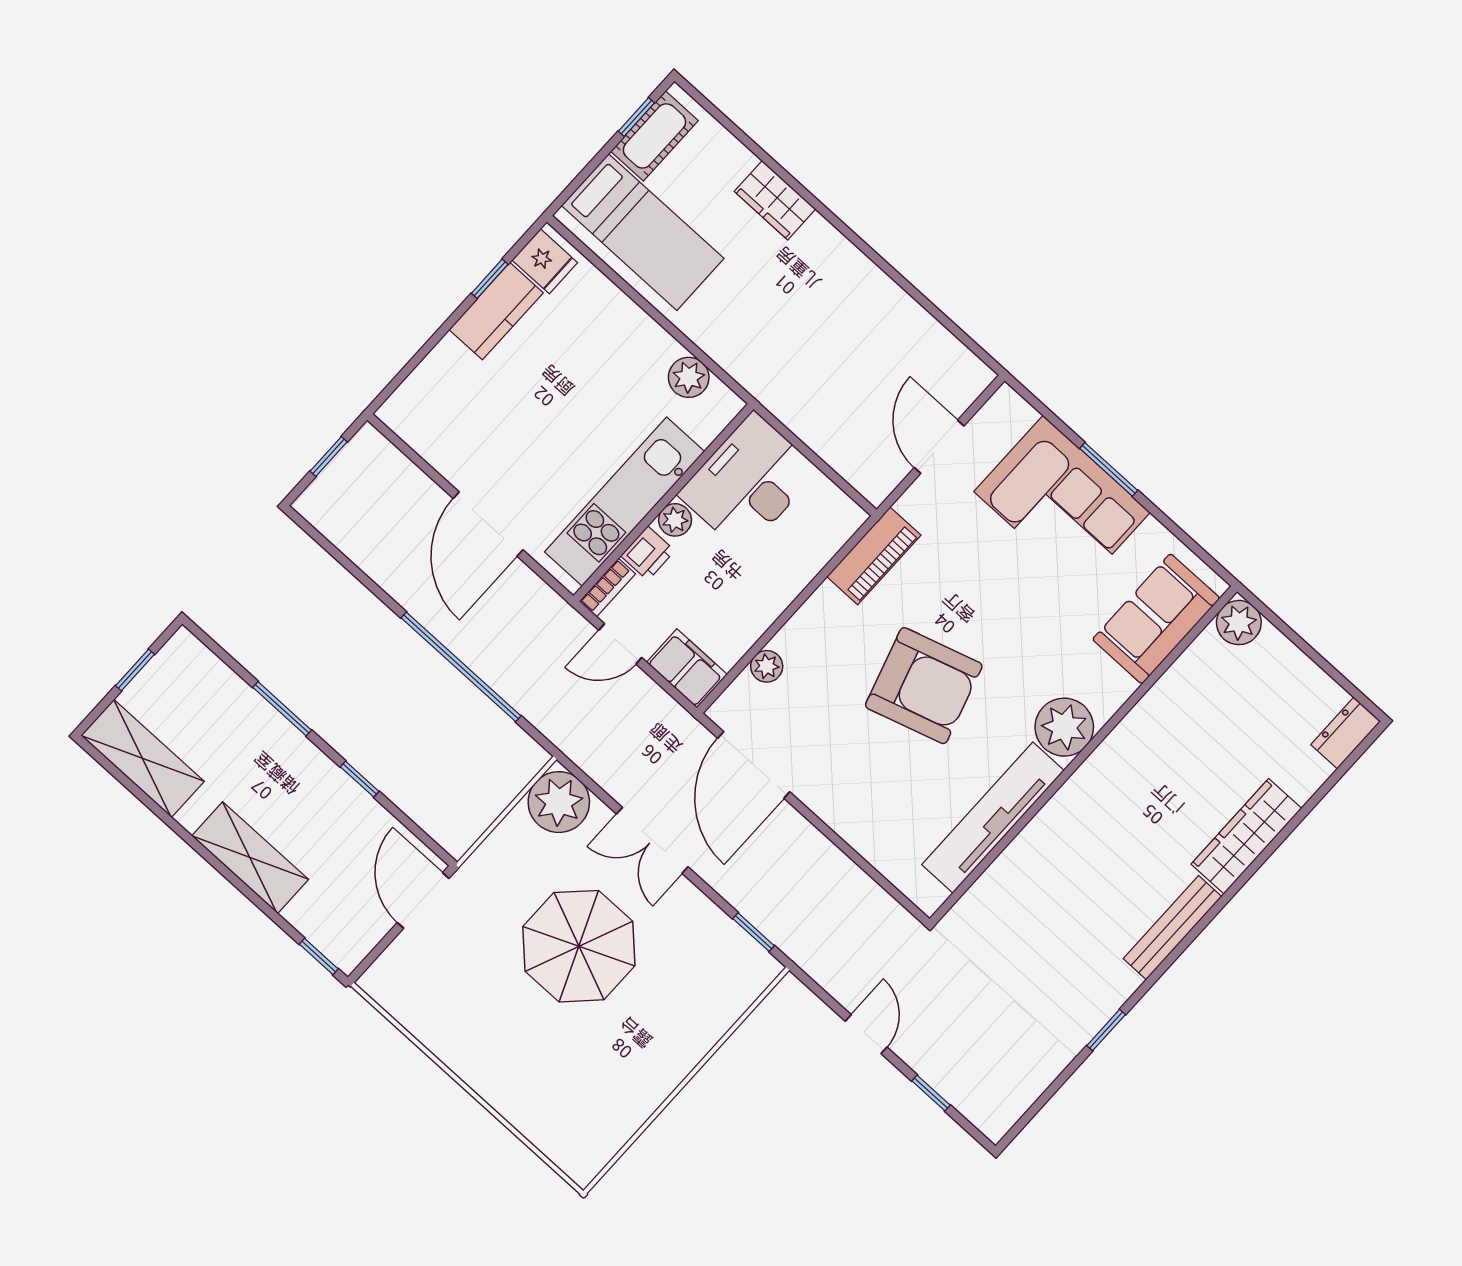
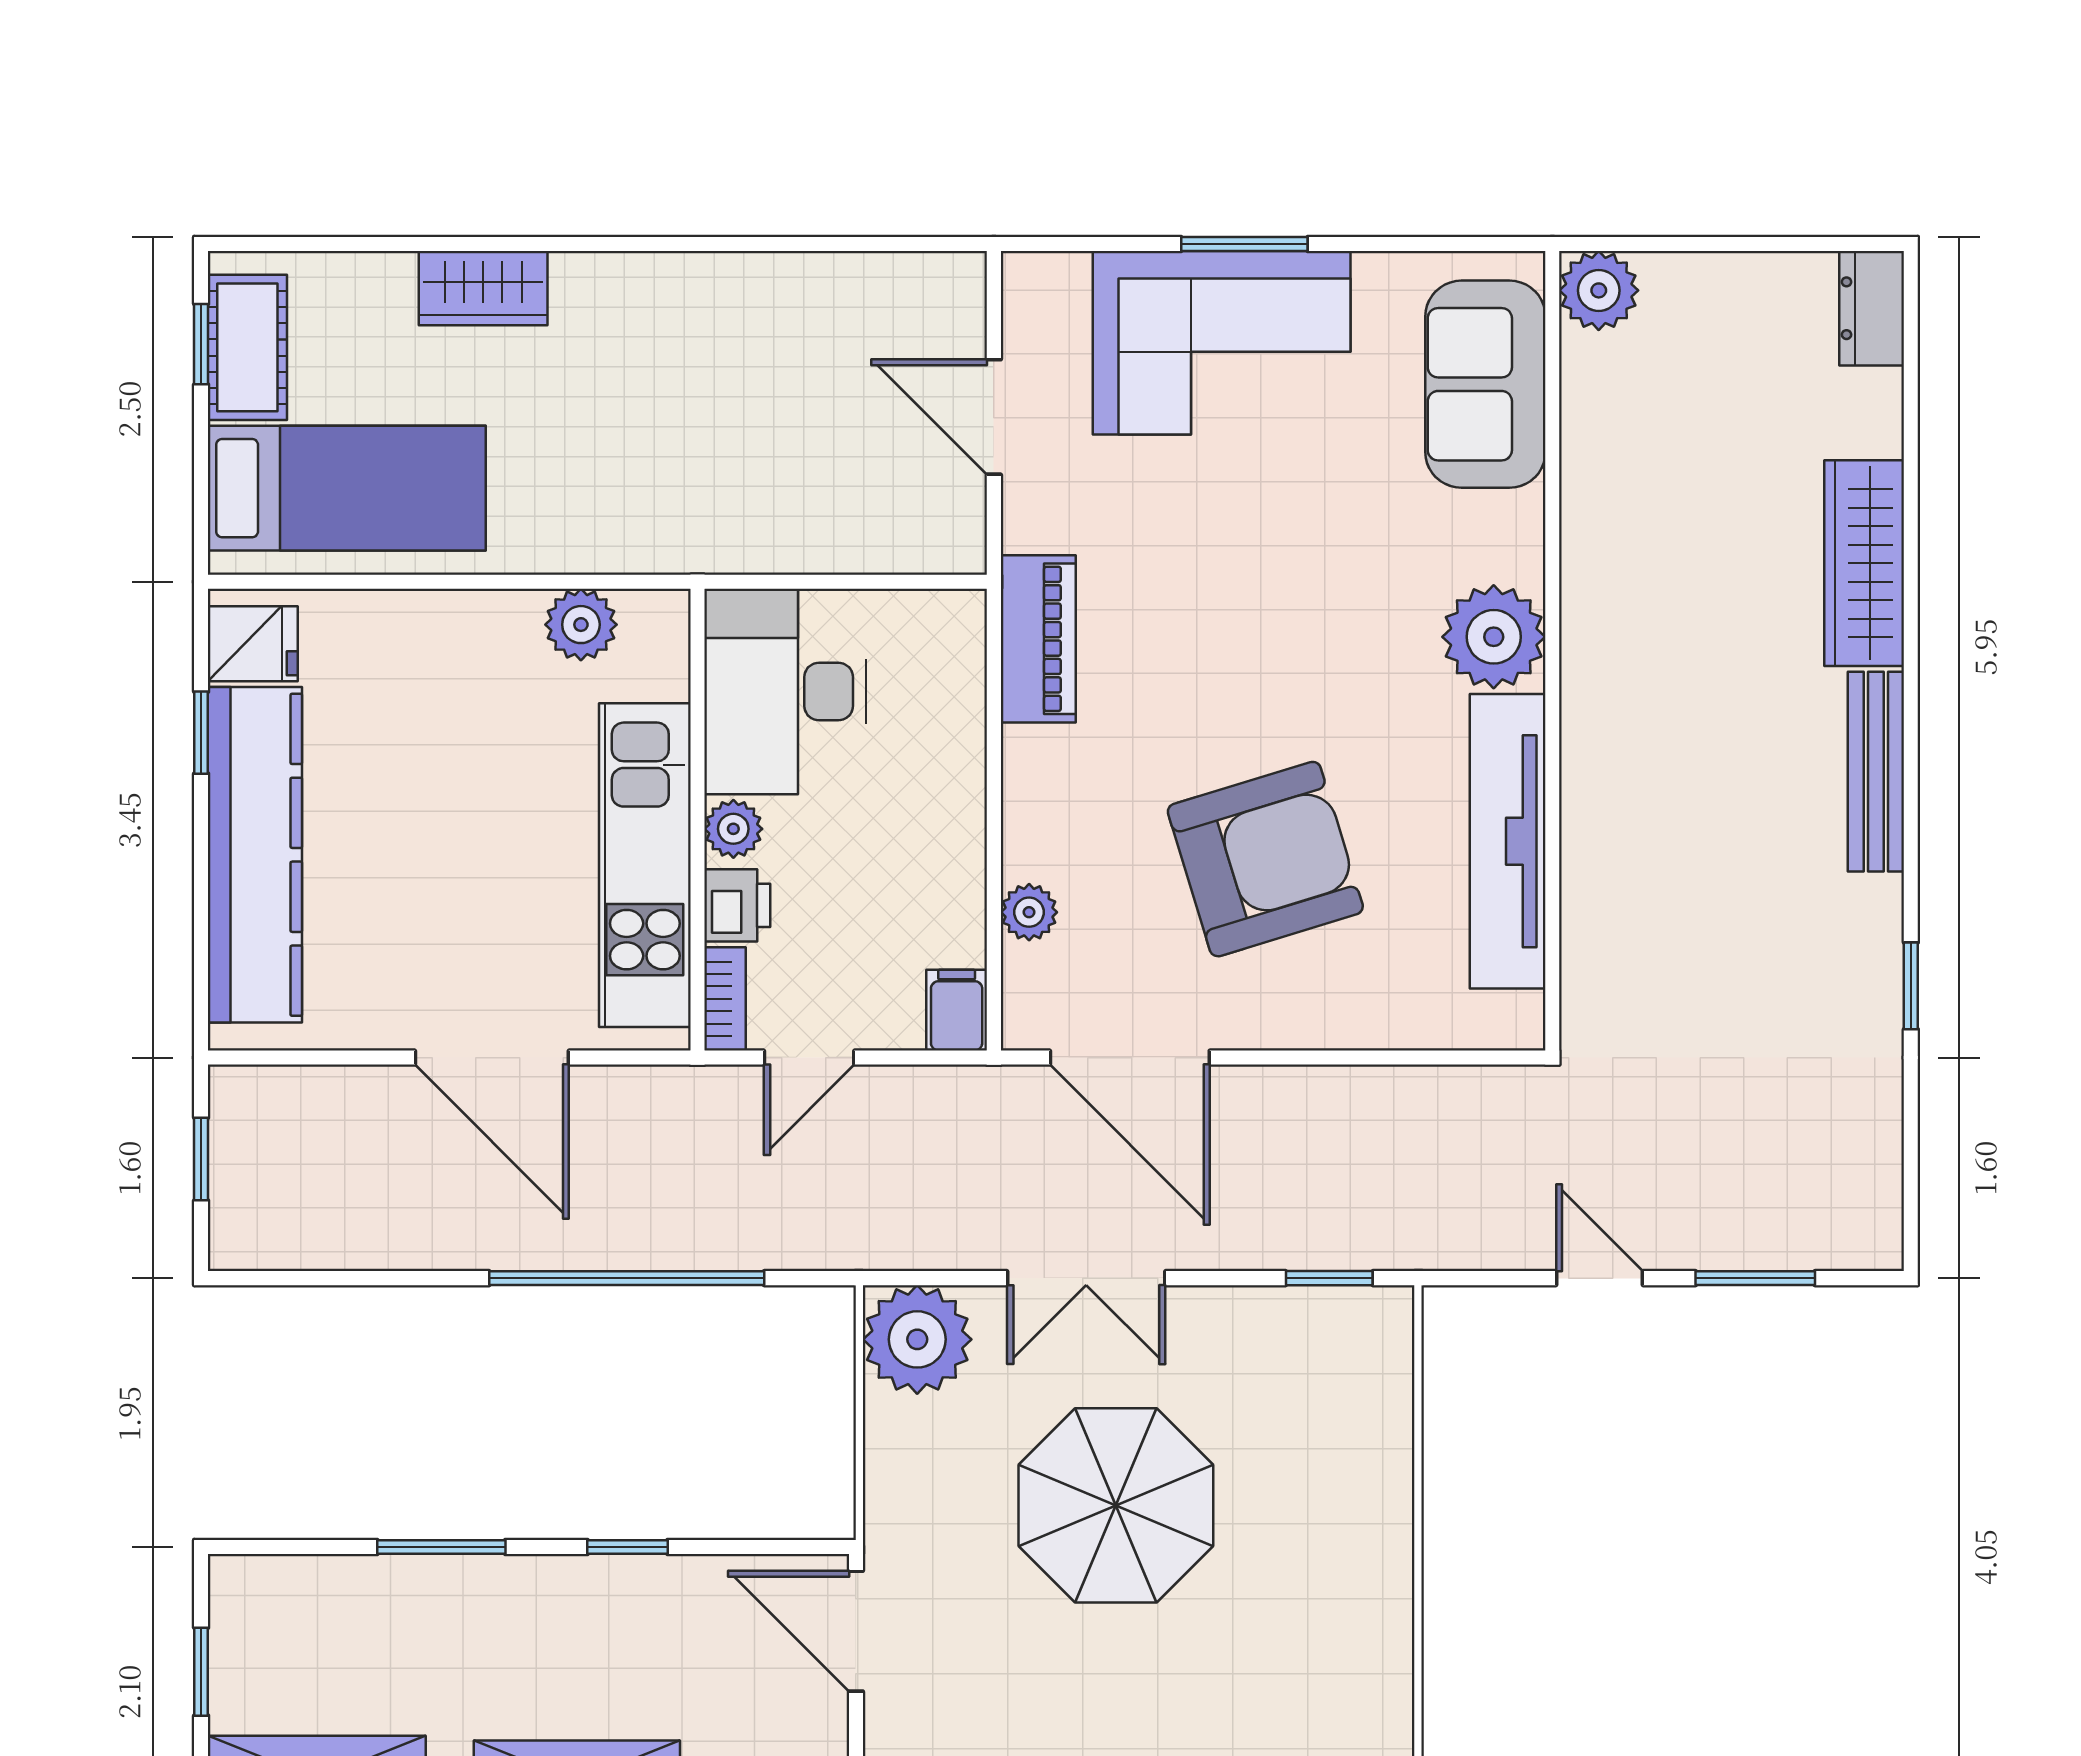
kitchen counter: (496, 311) -> (255, 855), width x2.08, depth x1.17
filing cabinet: (687, 668) -> (957, 1010), width x0.50
armchair: (924, 686) -> (1265, 859), moved
window: (931, 1093) -> (1755, 1278), width x1.50

